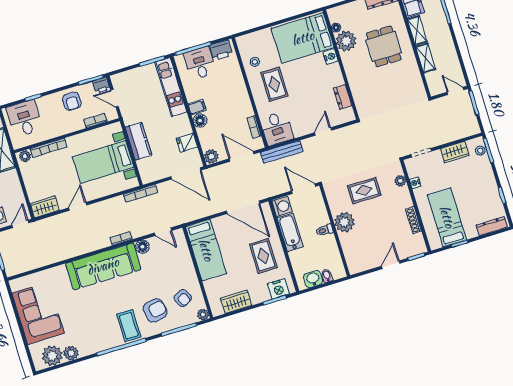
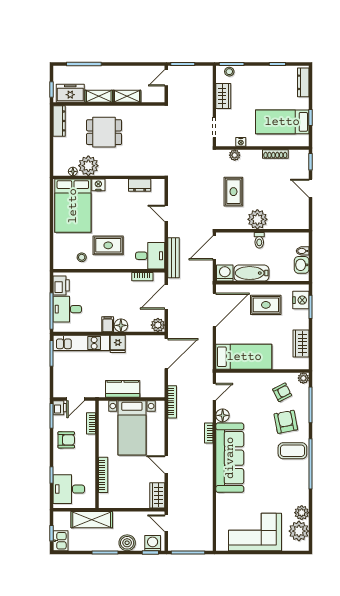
fridge: (187, 143) -> (118, 344), moved
plant: (25, 156) -> (104, 499), removed

